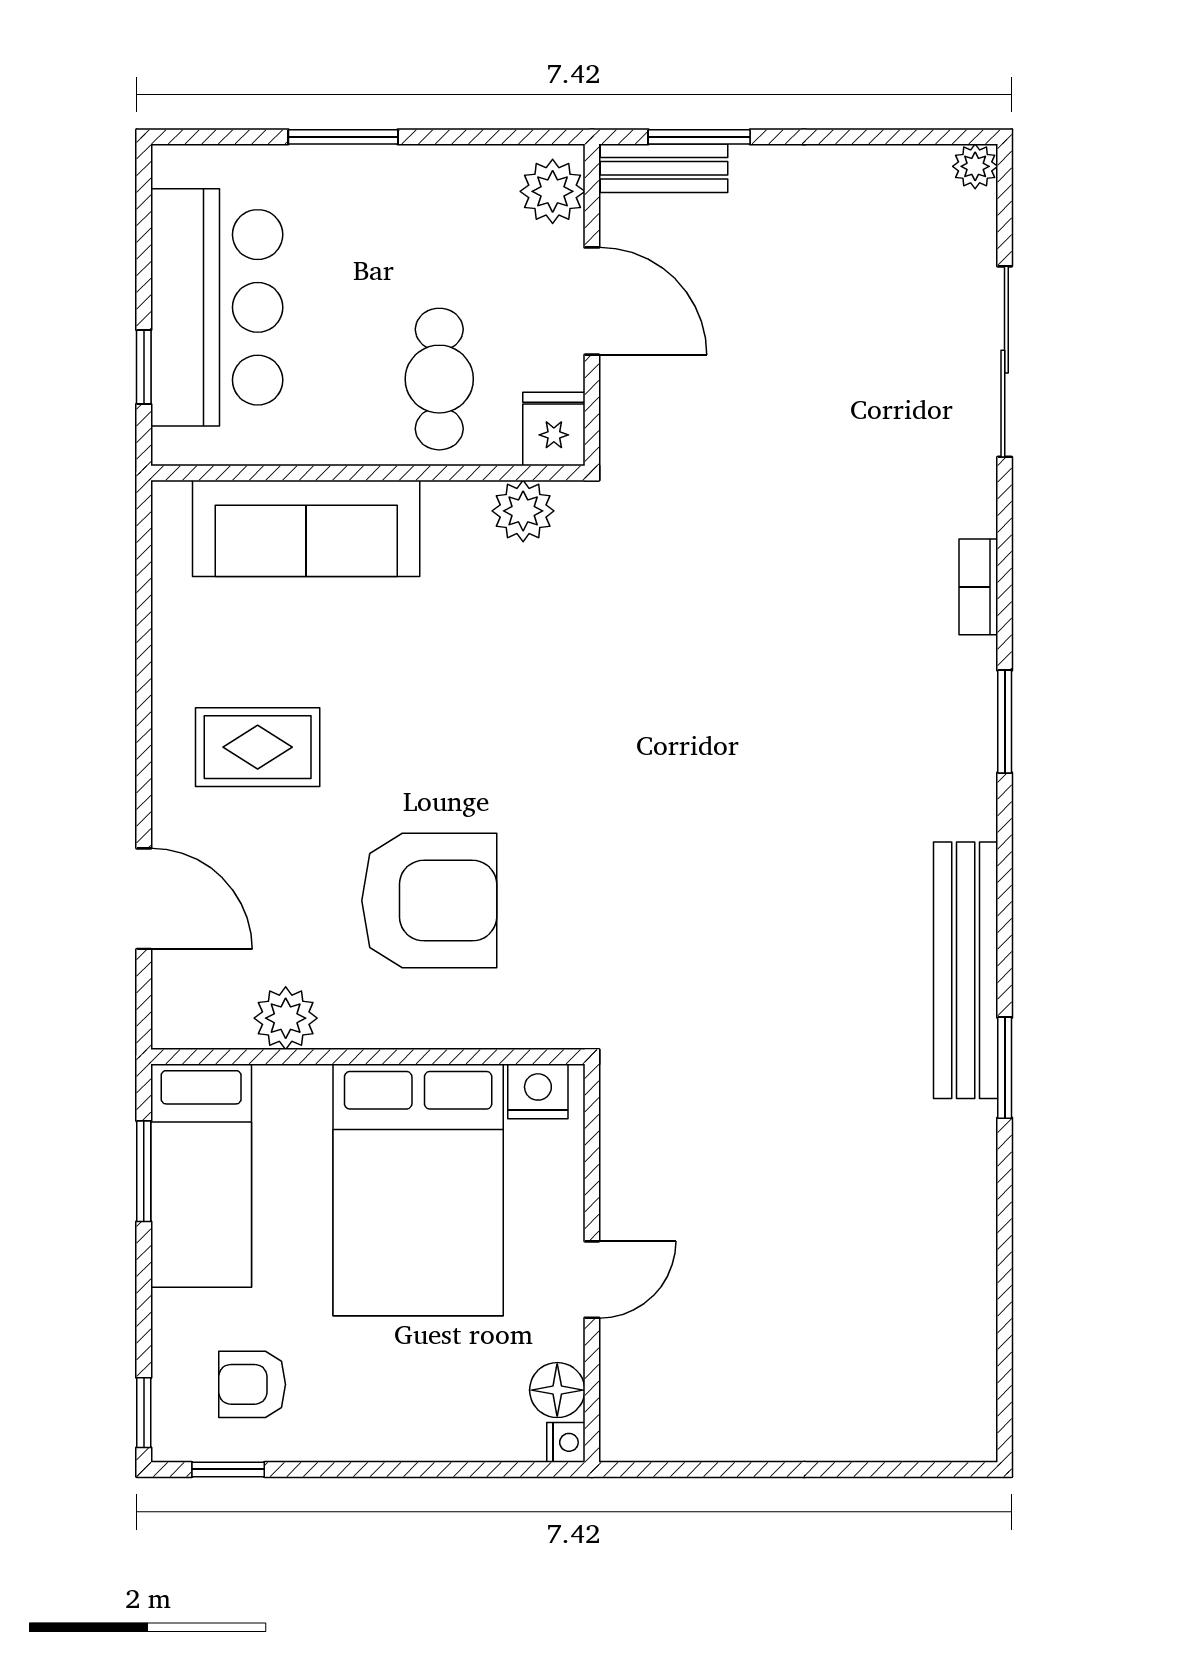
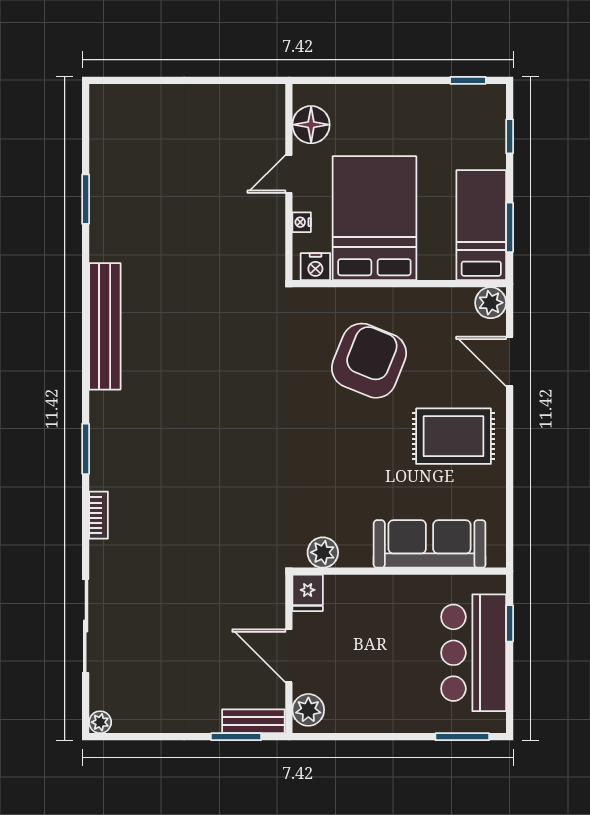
window: (343, 137) -> (462, 737), moved
cafe table: (439, 379) -> (364, 617), removed
rug: (258, 747) -> (454, 436), width x1.36, depth x1.43
armchair: (429, 901) -> (369, 361), turned 112
plant: (286, 1018) -> (491, 303), moved
window: (1005, 1068) -> (86, 199), moved
armchair: (252, 1384) -> (456, 122), removed
floor lamp: (557, 1390) -> (311, 125), width x1.38, depth x1.38
window: (144, 1413) -> (510, 136), moved
nightstand: (566, 1442) -> (302, 222), moved

